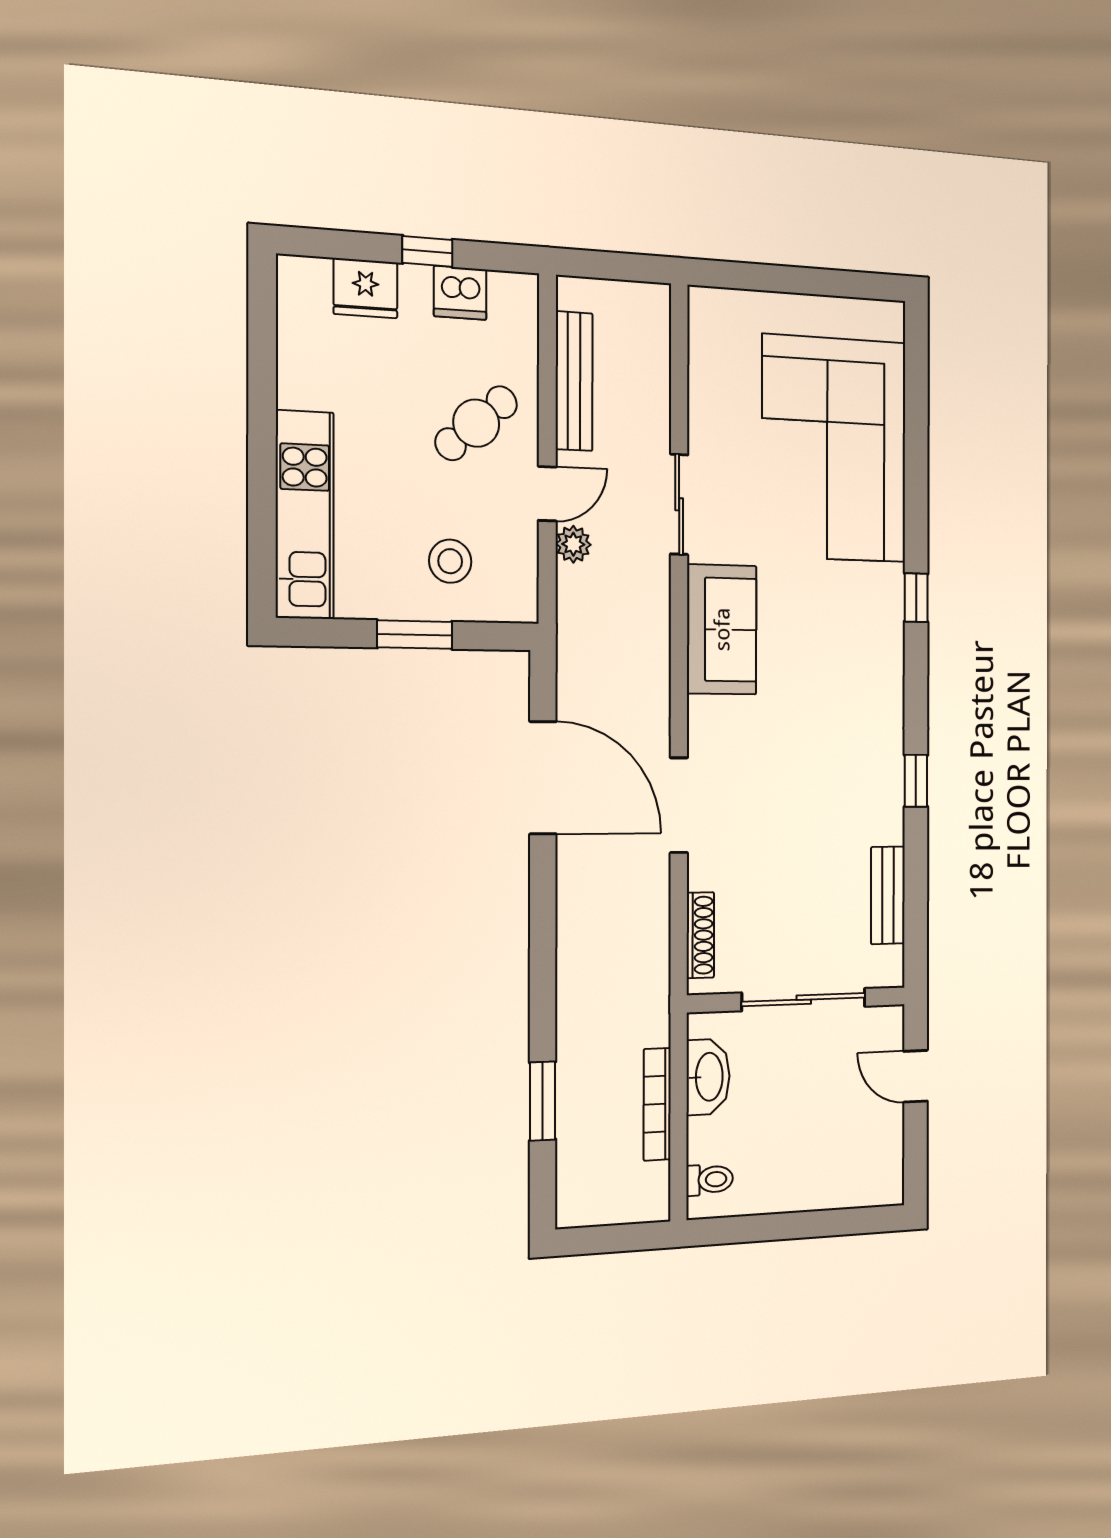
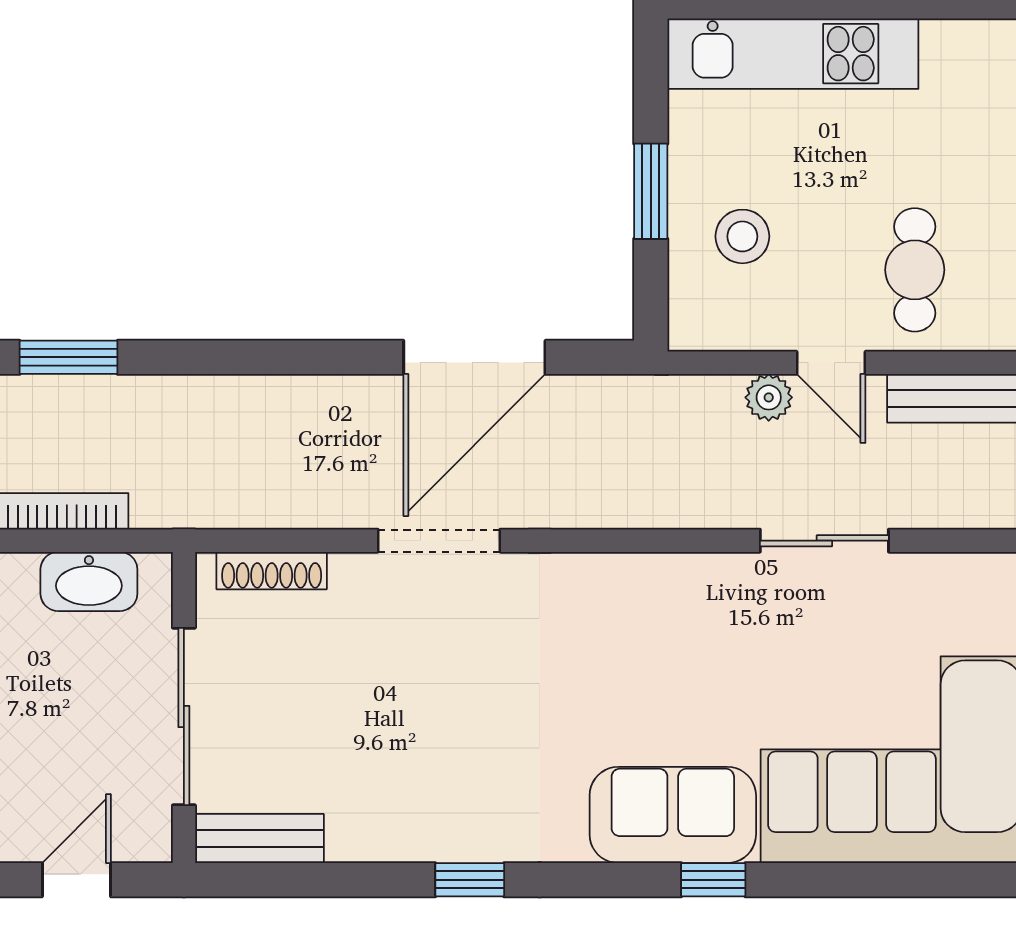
cafe table: (476, 423) -> (915, 270), turned 40
sofa: (722, 629) -> (673, 815), moved, turned 180
bench: (888, 895) -> (259, 839), moved

